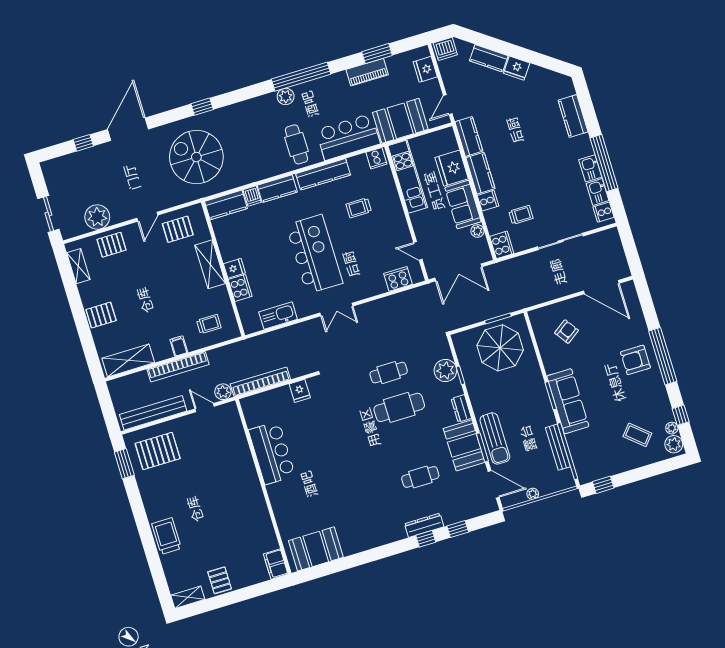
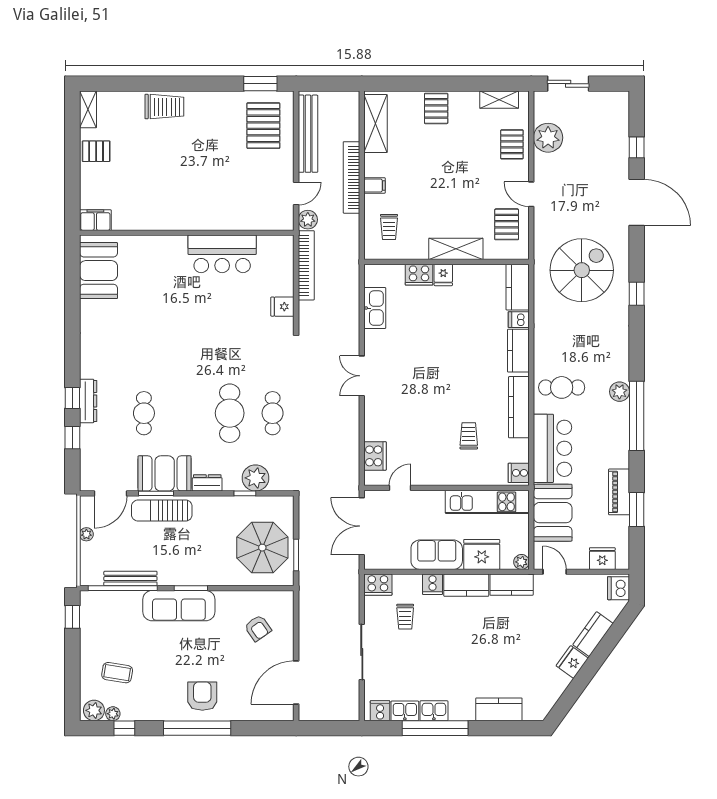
plant: (477, 231) -> (521, 562), moved
kitchen island: (314, 254) -> (432, 370), removed
coffee table: (637, 435) -> (117, 673), turned 58

